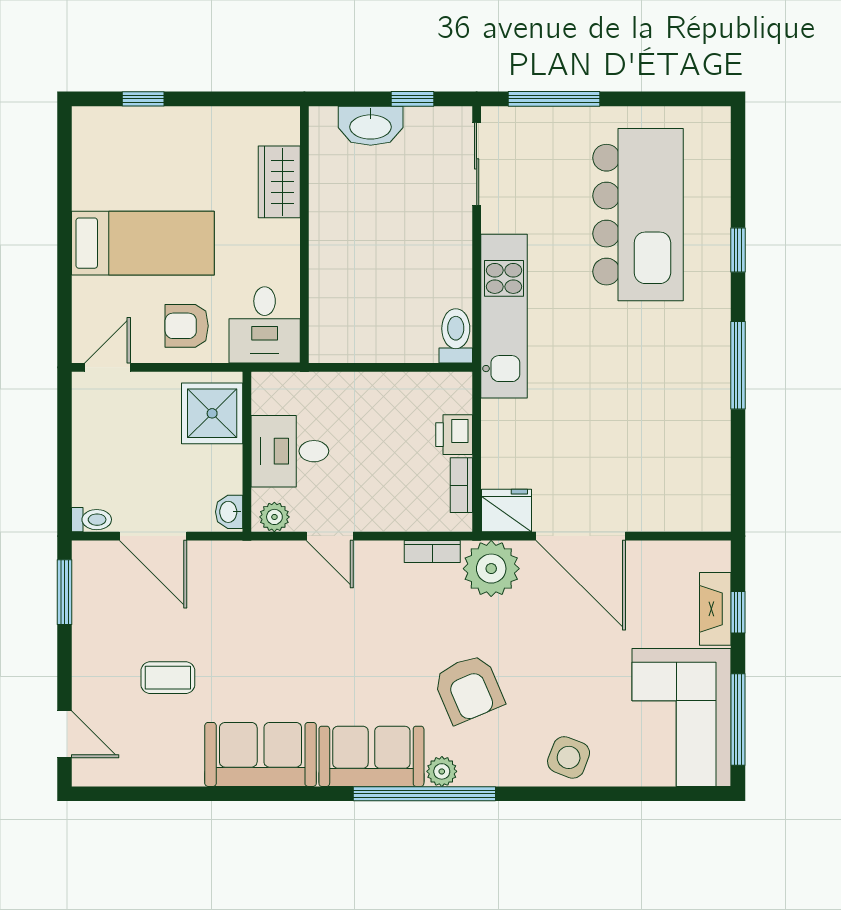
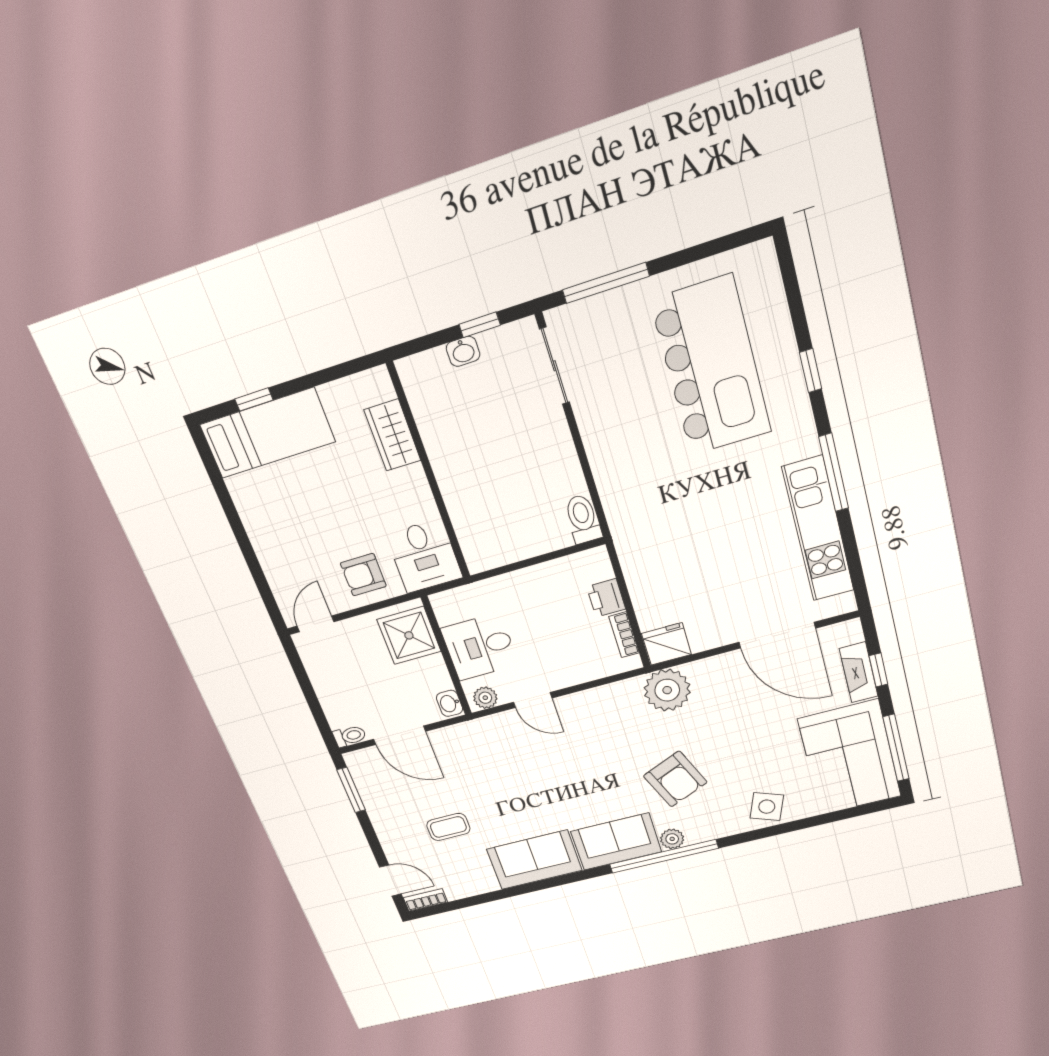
washbasin: (371, 126) -> (463, 351), width x0.52, depth x0.69
bed: (143, 243) -> (267, 433), moved
kitchen unit: (504, 316) -> (818, 529), moved, turned 180
door: (581, 536) -> (777, 635), moved
bookcase: (432, 552) -> (425, 900), moved, turned 180

